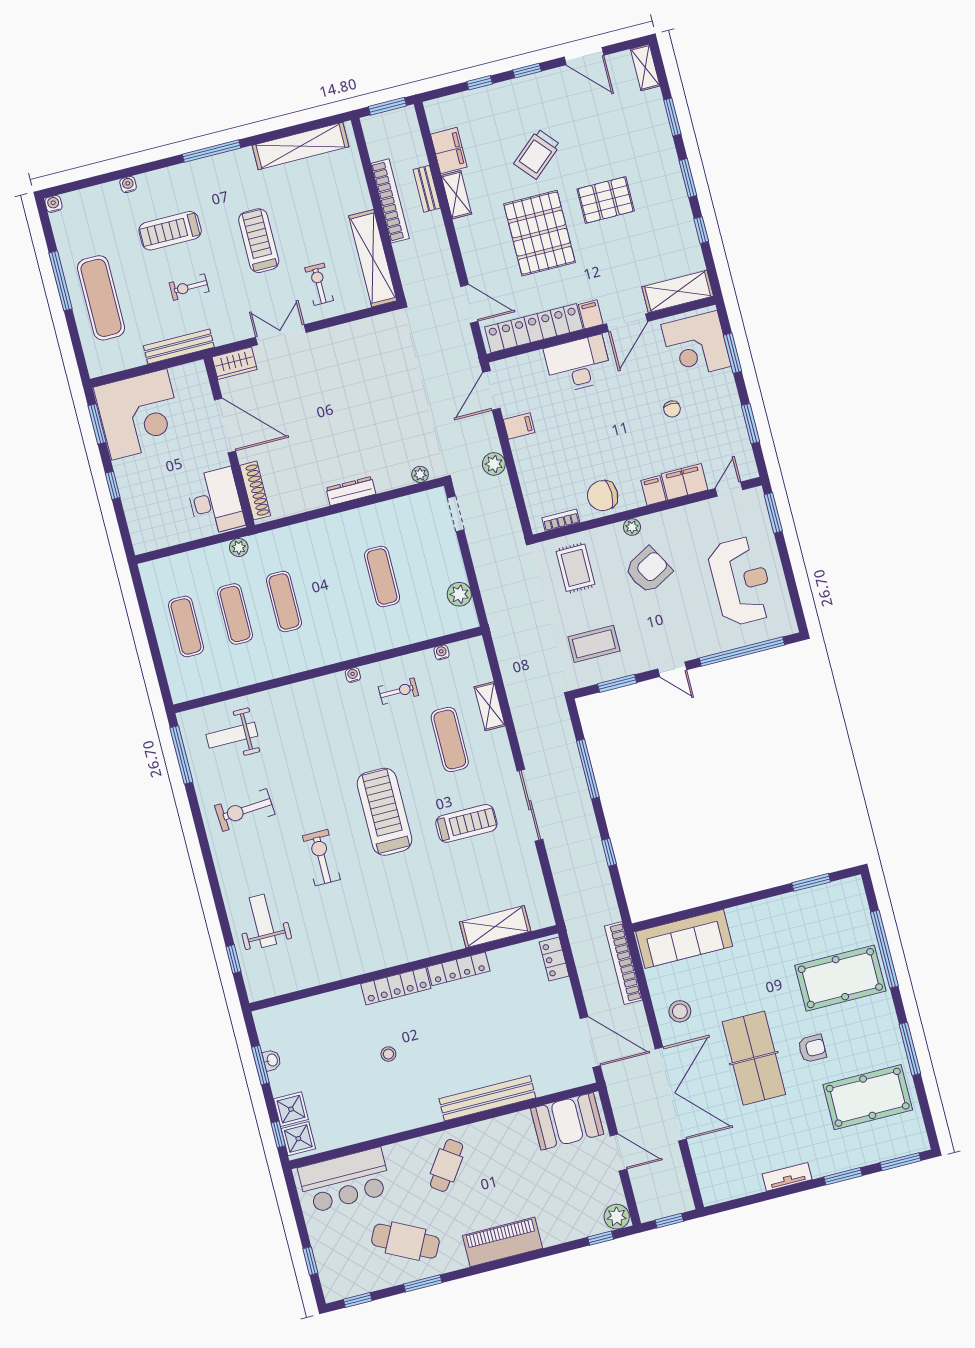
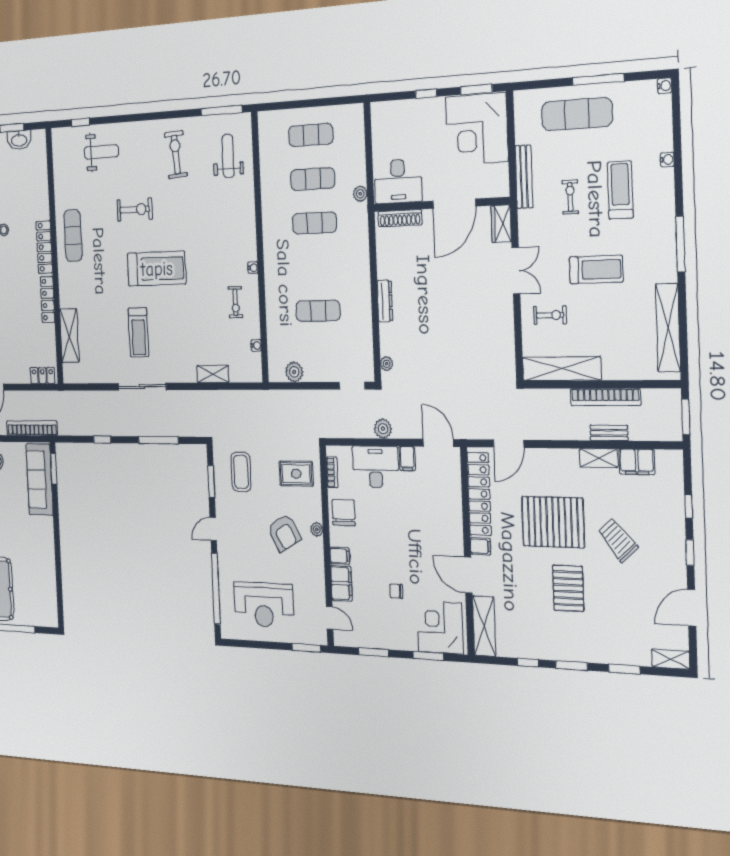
desk: (578, 364) -> (376, 467), moved, turned -90
exercise mat: (450, 739) -> (73, 236), moved, turned 90
window: (811, 882) -> (54, 469), moved
washbasin: (272, 1060) -> (19, 140), width x1.91, depth x1.45

